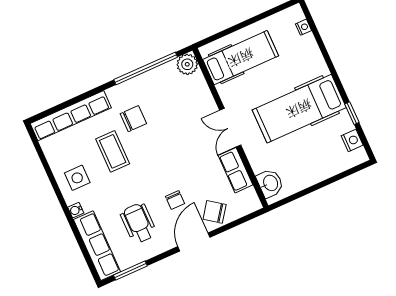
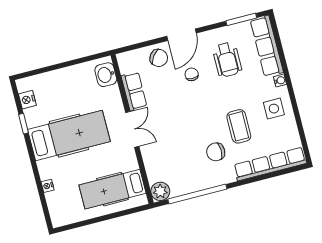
nightstand: (304, 27) -> (48, 186), moved

